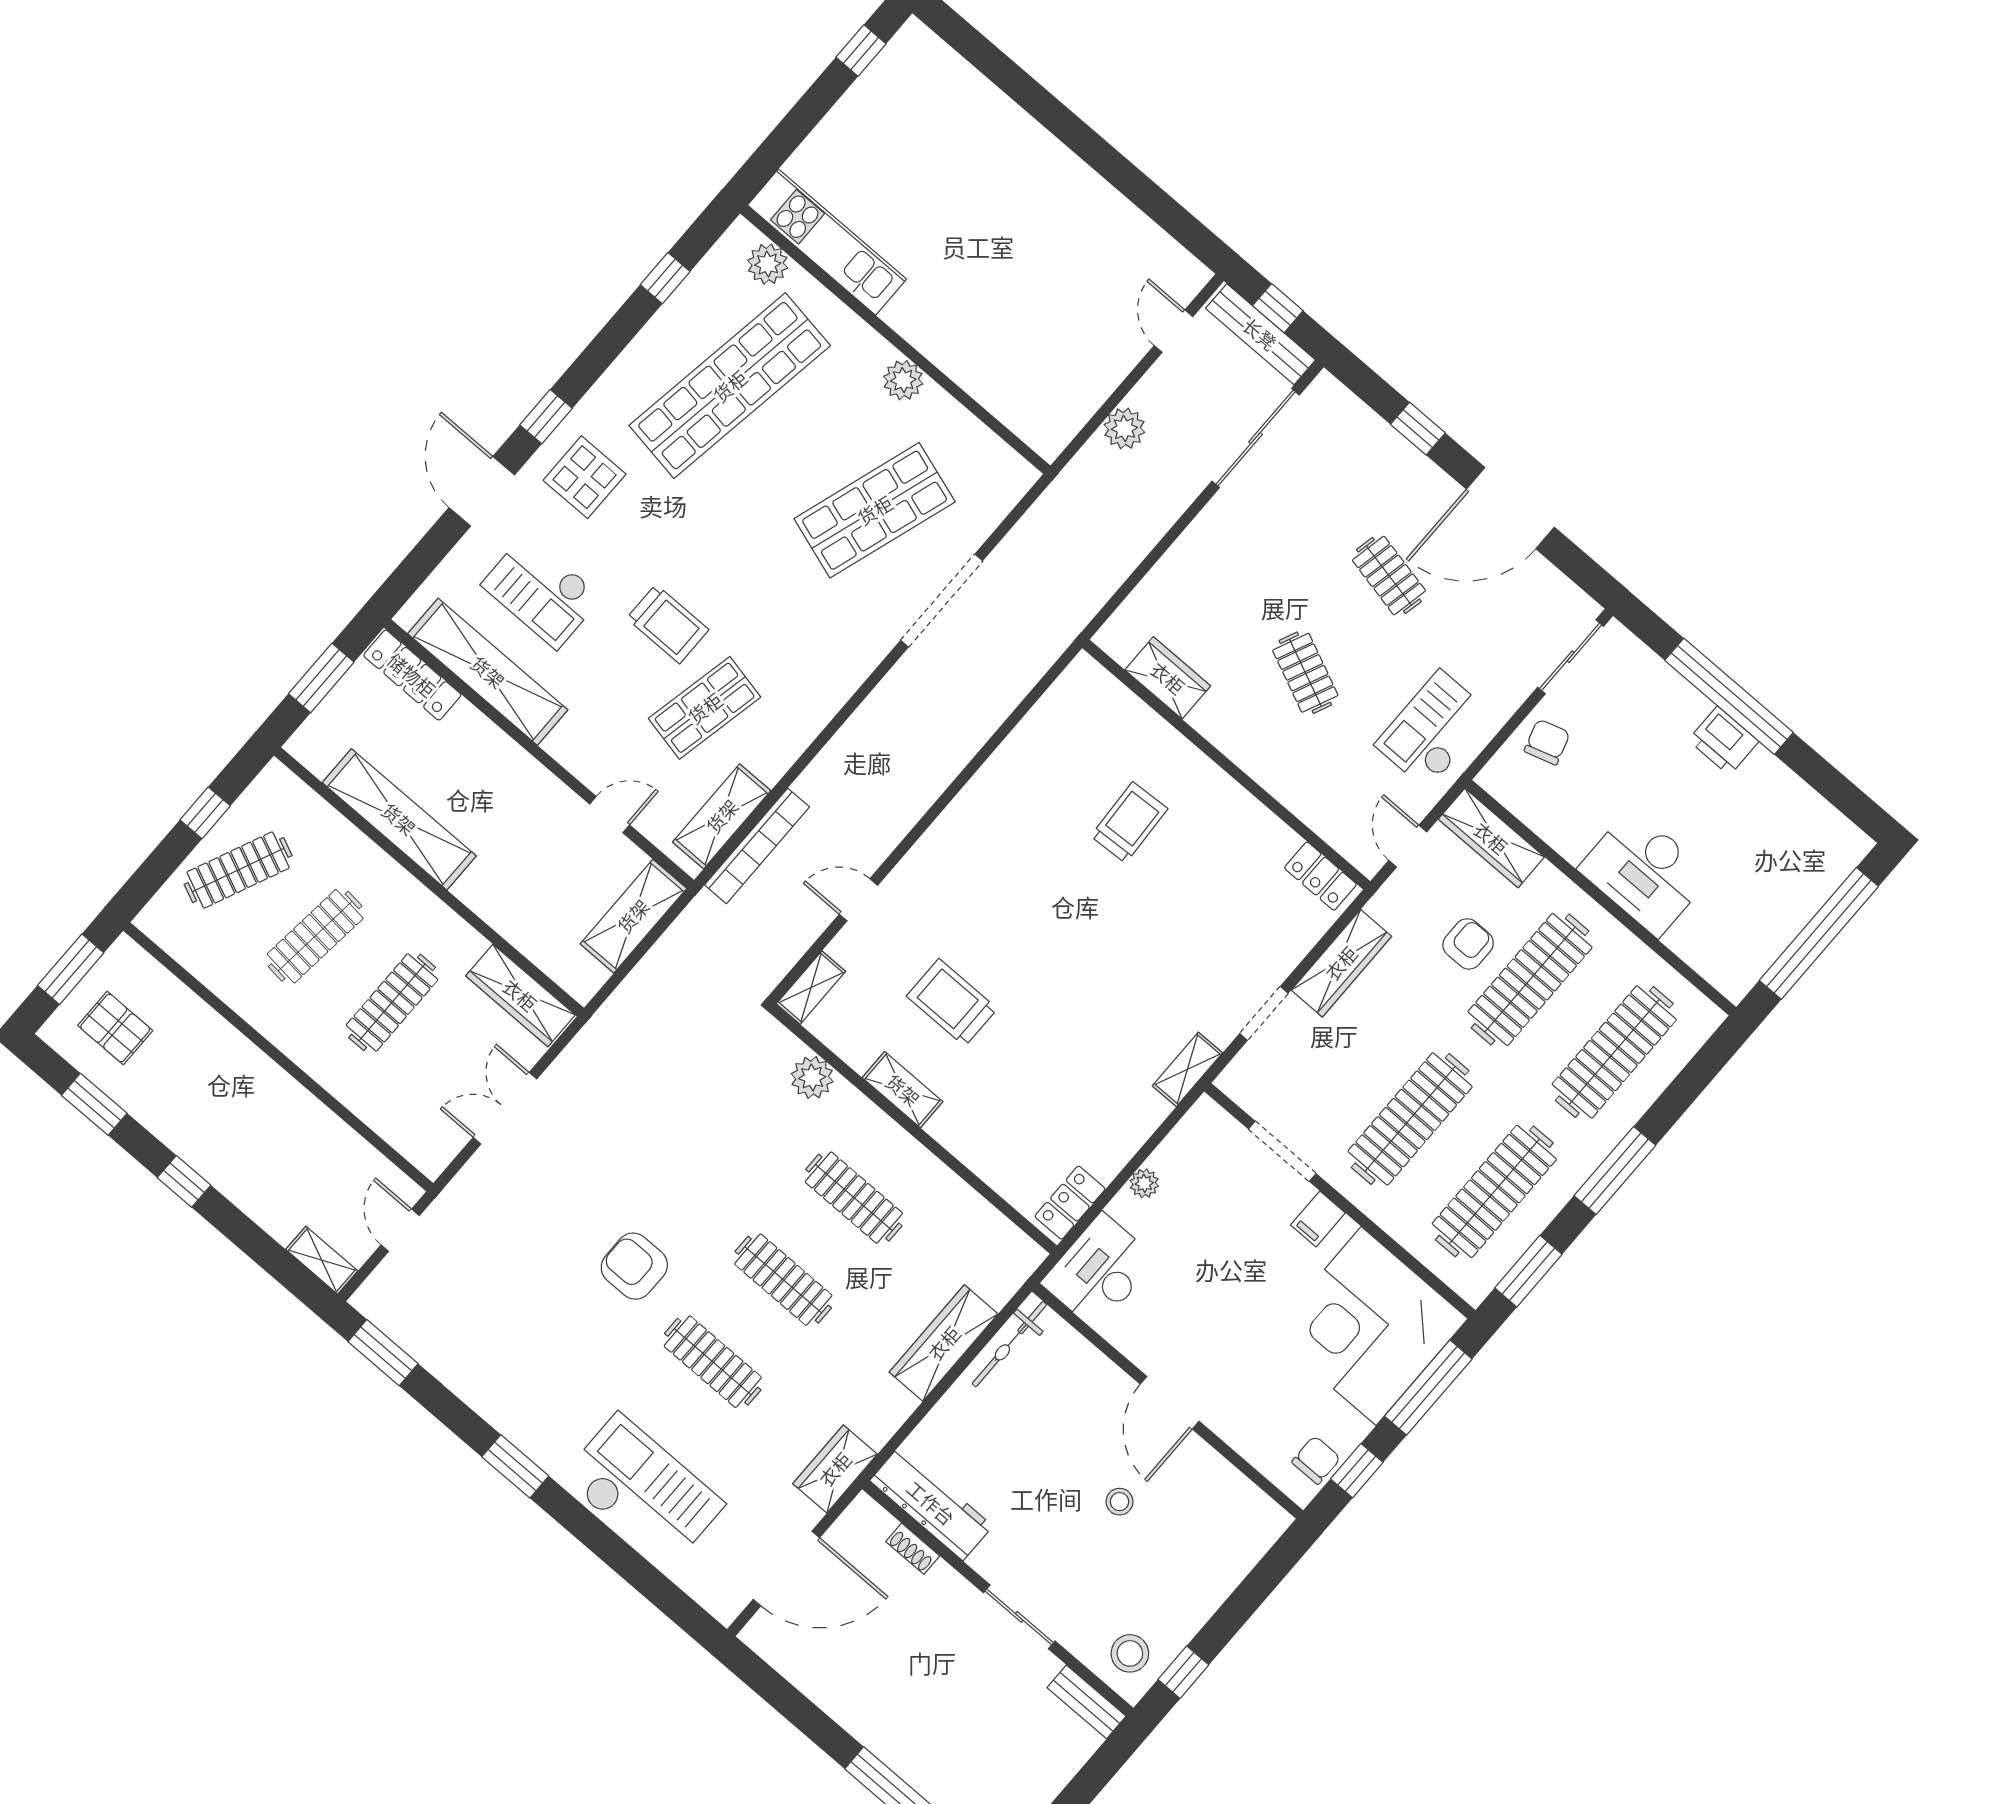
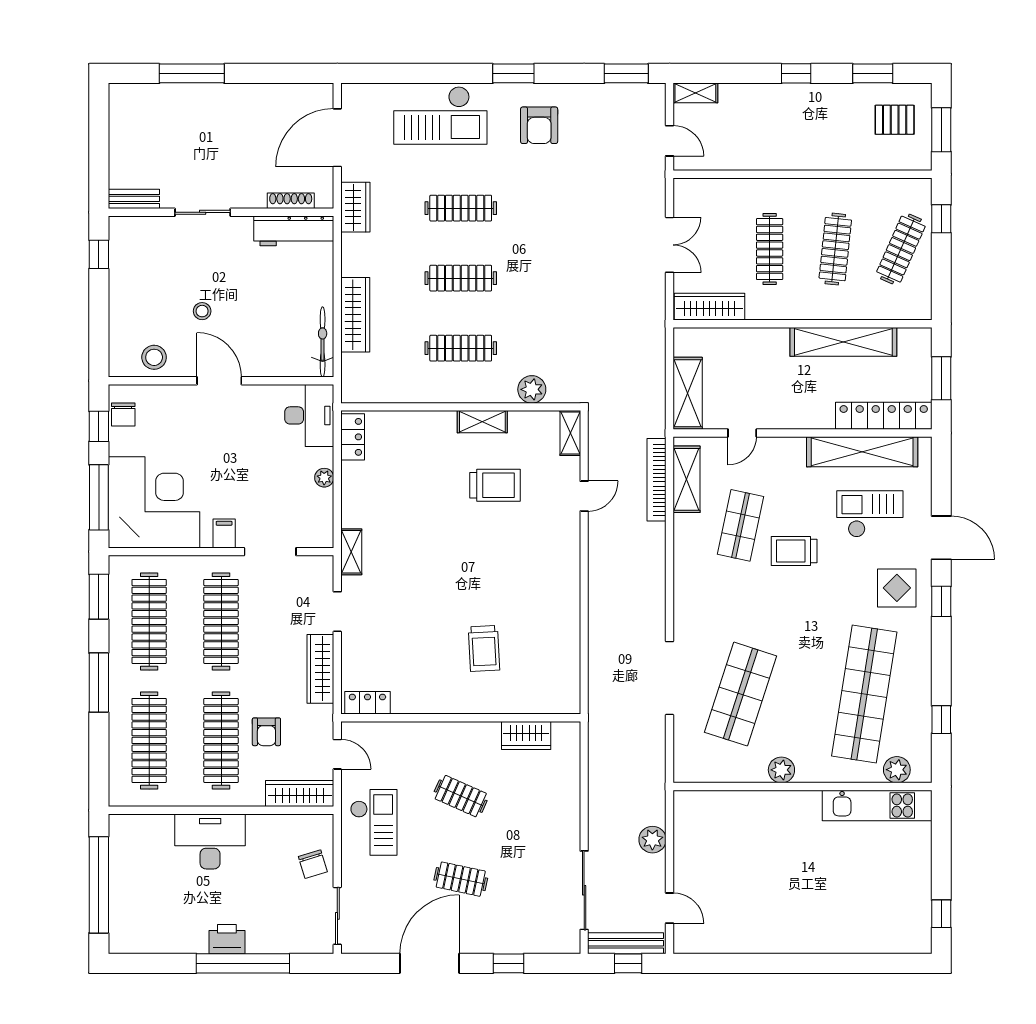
locker: (412, 675) -> (884, 416), width x1.41, depth x1.21
window: (205, 813) -> (941, 219), moved
armchair: (634, 1266) -> (539, 125), moved, turned 90
shoe rack: (913, 1549) -> (291, 201), width x1.43
stool: (1130, 1653) -> (154, 357), moved

